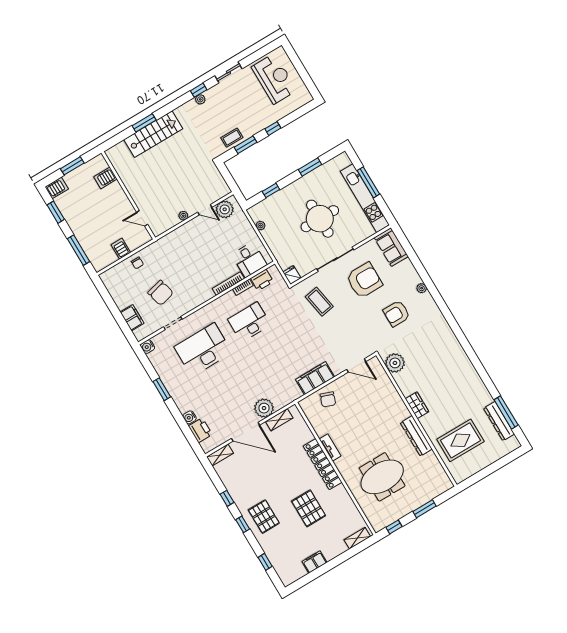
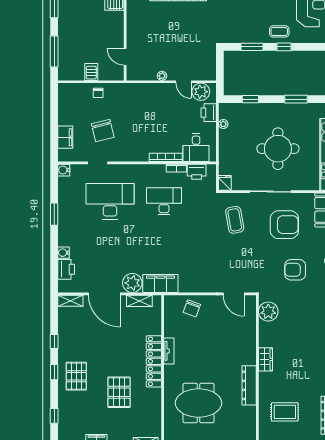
coffee table: (232, 138) -> (279, 31), moved
printer: (242, 223) -> (209, 113), added
filing cabinet: (315, 378) -> (160, 283), moved
rug: (460, 440) -> (285, 412), width x0.73, depth x0.70

